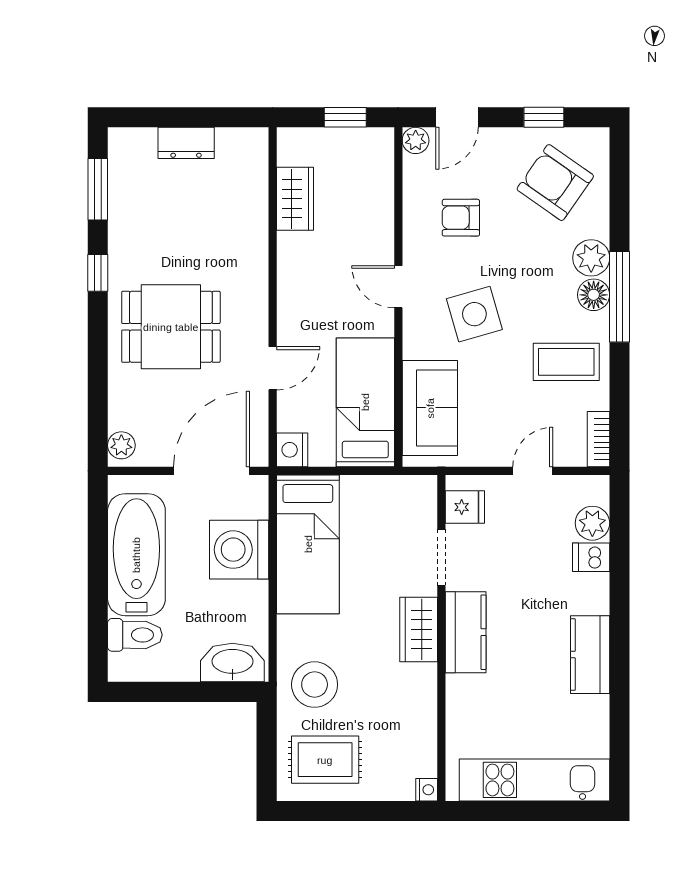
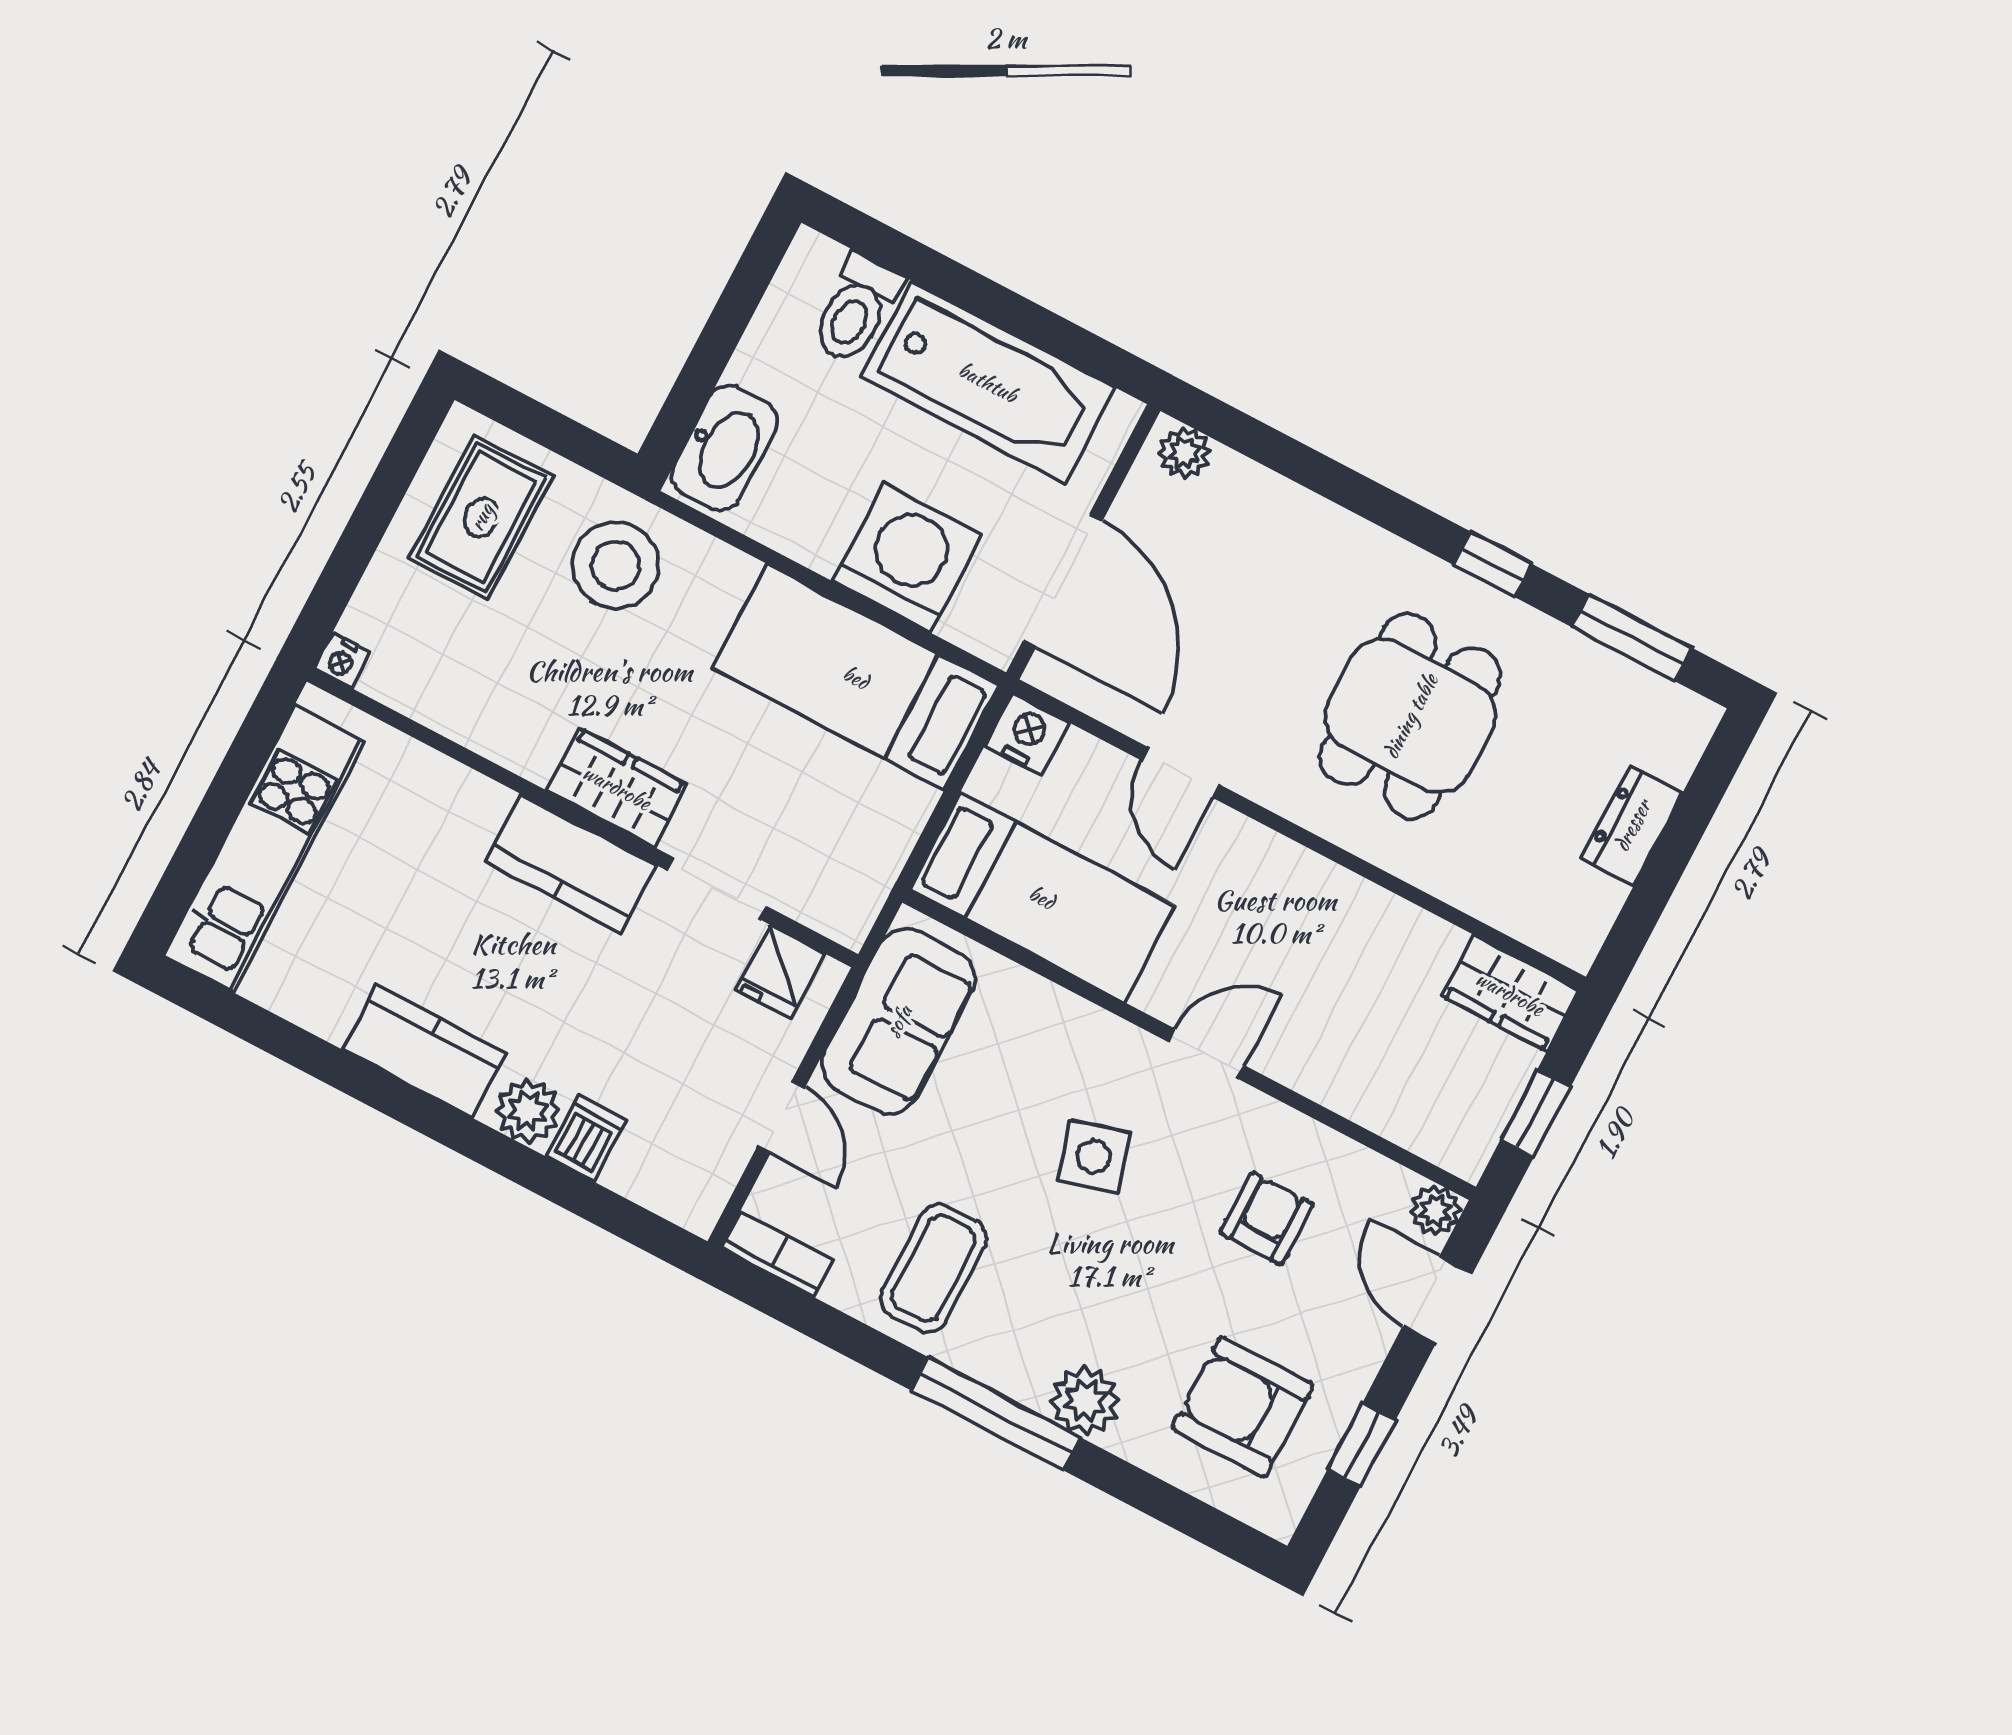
armchair: (555, 183) -> (1243, 1407), turned -125
wardrobe: (295, 199) -> (1510, 993), moved
floor lamp: (594, 295) -> (1022, 1372), removed
side table: (474, 314) -> (1094, 1157), width x0.73, depth x0.73
dining table: (171, 327) -> (1410, 716), moved
sofa: (430, 408) -> (898, 1021), moved, turned -90
plant: (592, 523) -> (528, 1111), moved

